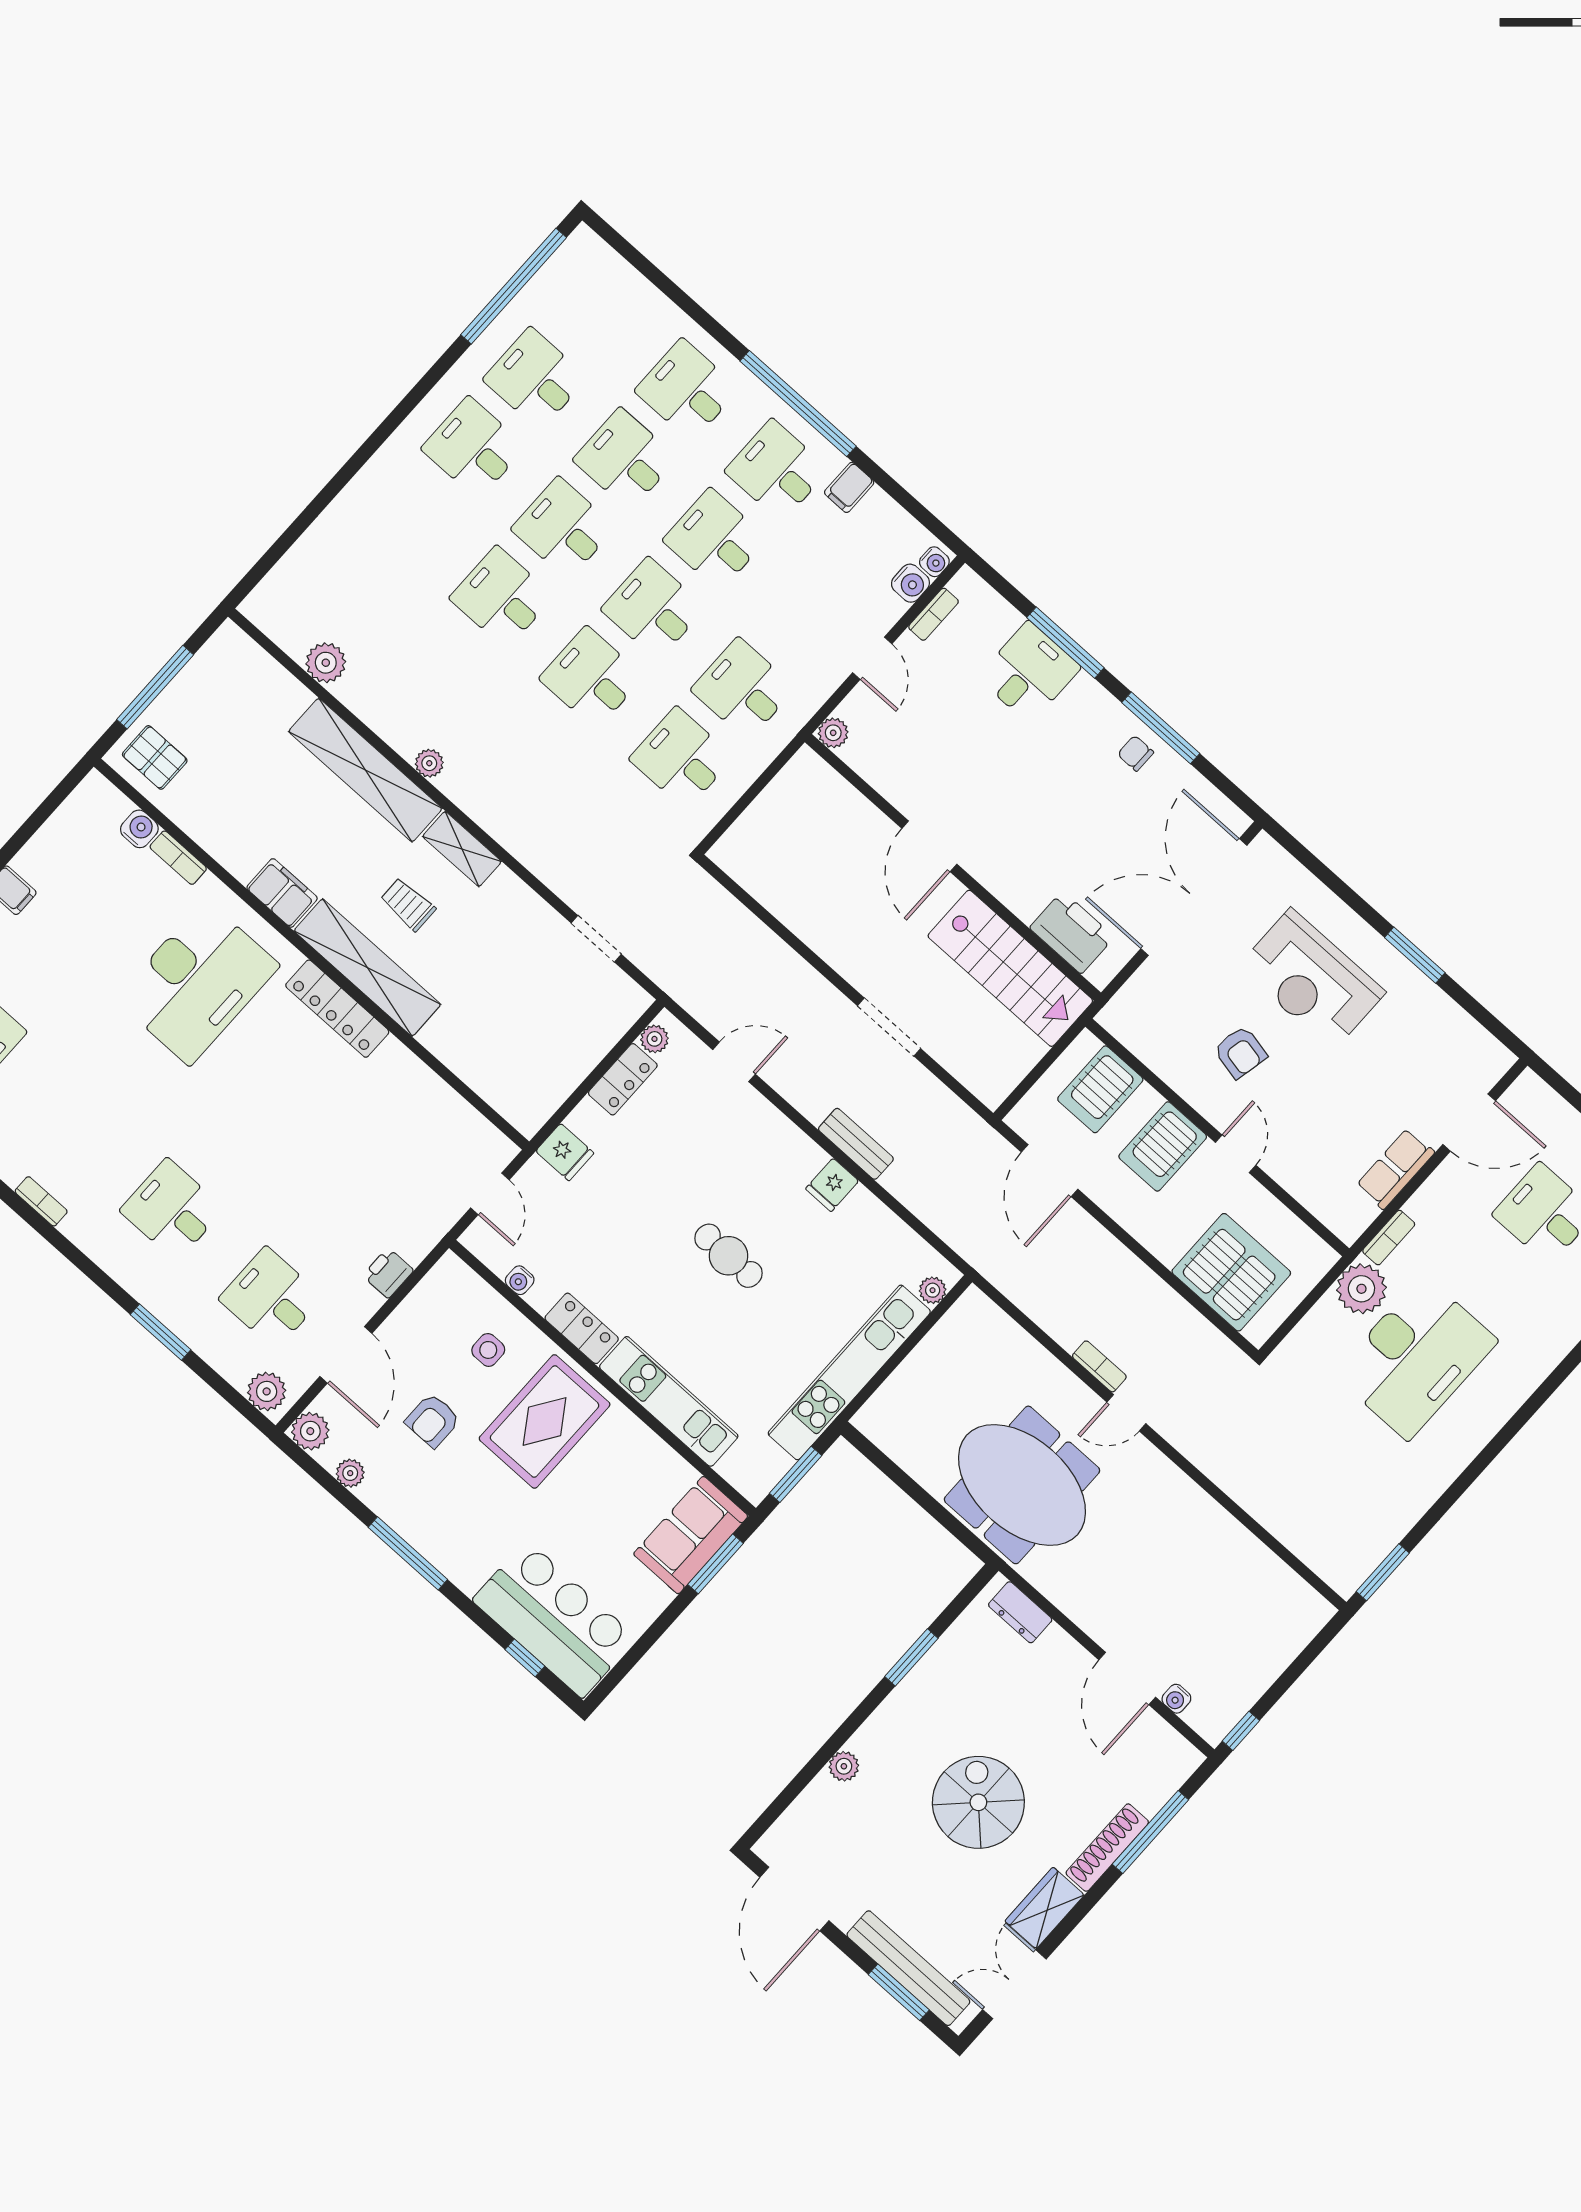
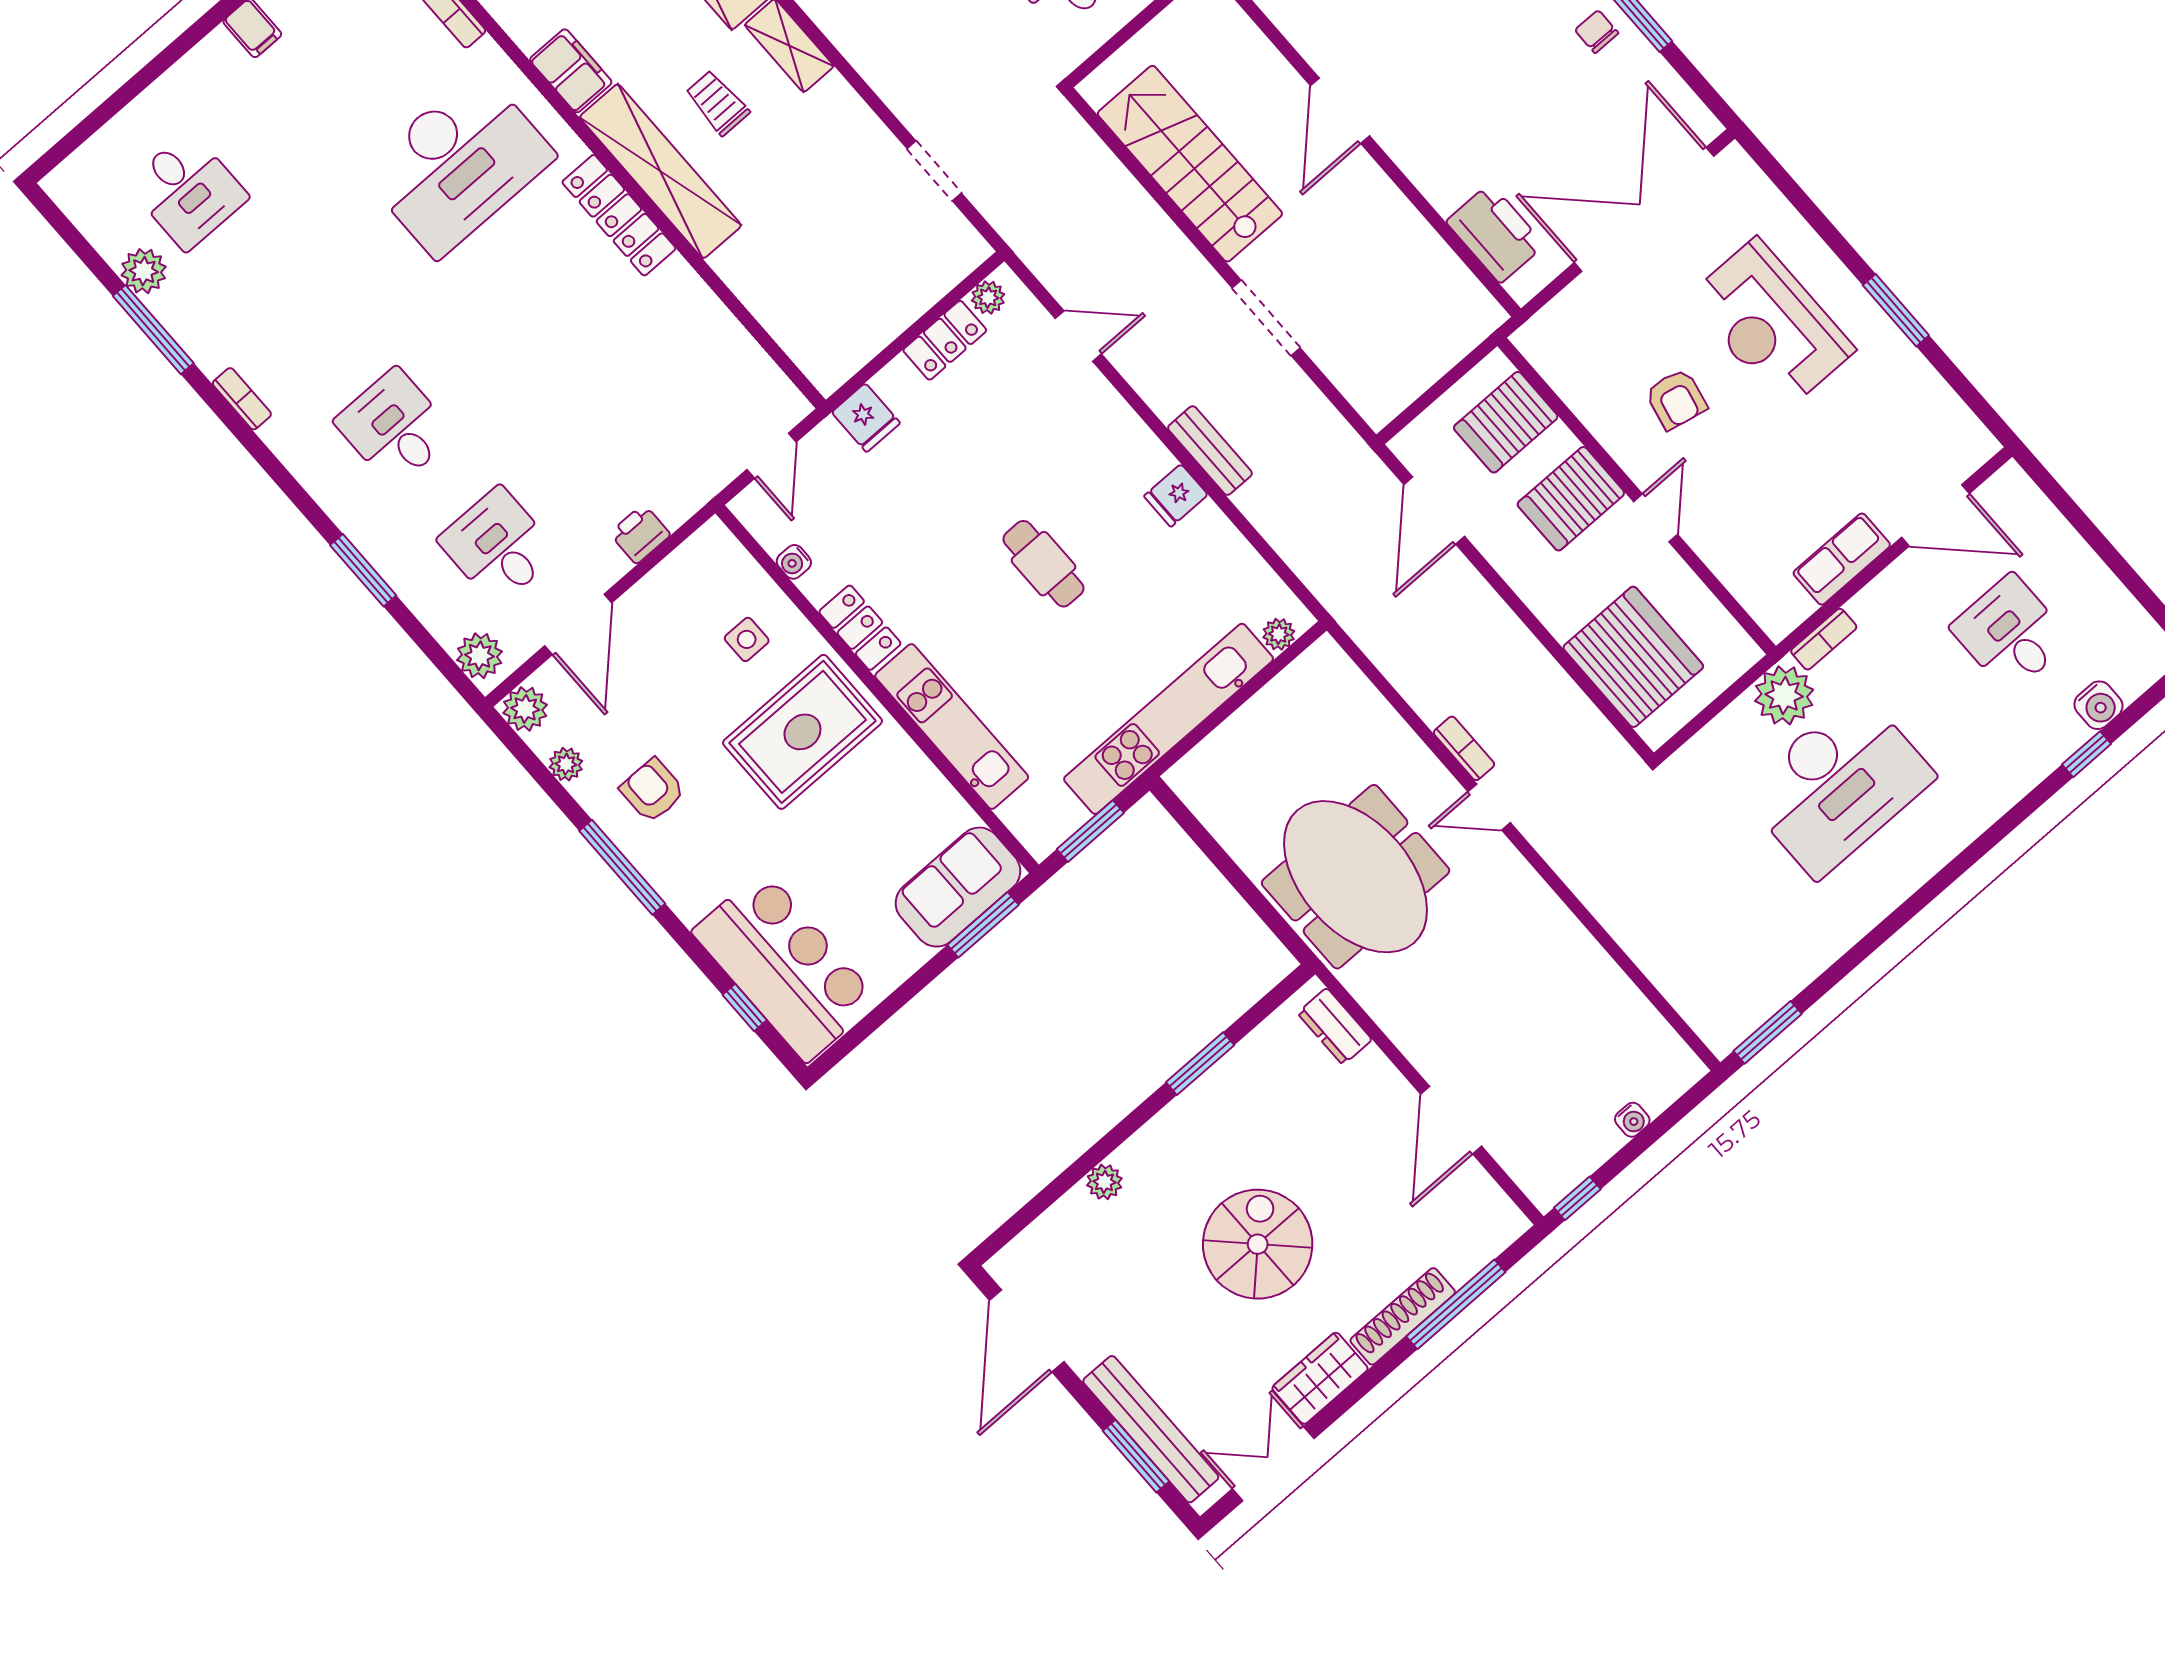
stairs: (1010, 968) -> (1190, 164), moved, turned 180
armchair: (433, 1421) -> (652, 790), moved, turned 90
water cooler: (1176, 1699) -> (1632, 1120), moved, turned -90

